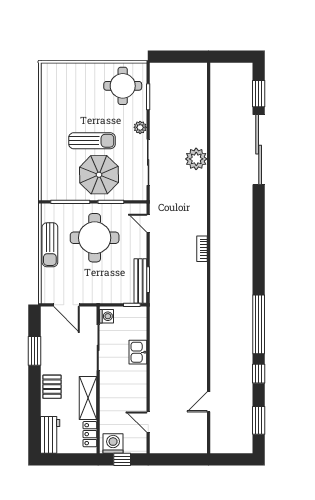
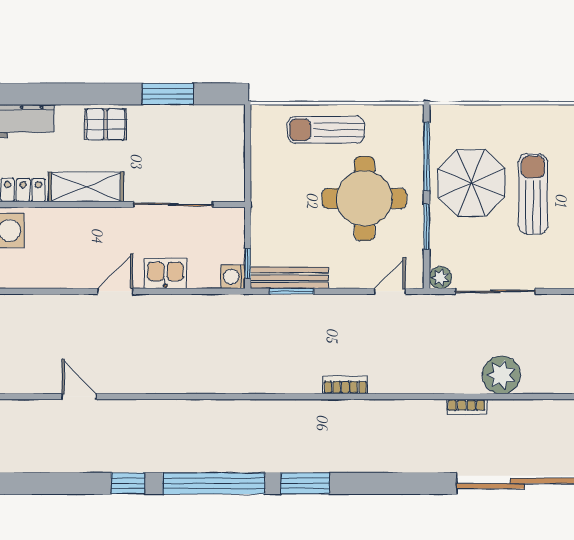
plant: (140, 127) -> (440, 278), moved
sun lounger: (92, 141) -> (533, 194), turned 180
parasol: (99, 175) -> (471, 183), moved
bookcase: (215, 179) -> (466, 407), added
sun lounger: (50, 245) -> (326, 130), moved
door: (66, 305) -> (248, 149), removed
washing machine: (106, 316) -> (233, 277), moved, turned 90
window: (259, 420) -> (305, 483), moved
door: (148, 422) -> (115, 291), moved

